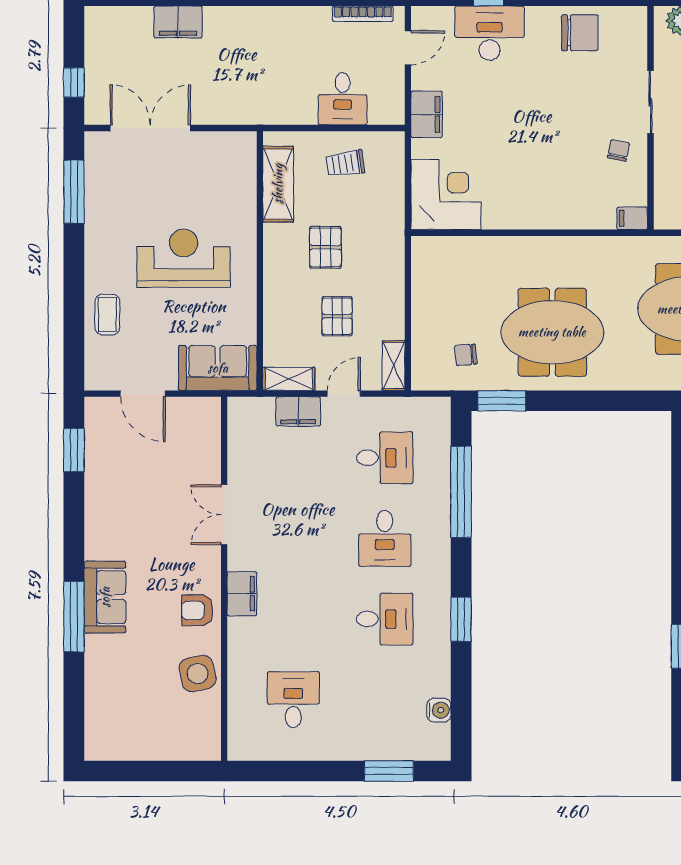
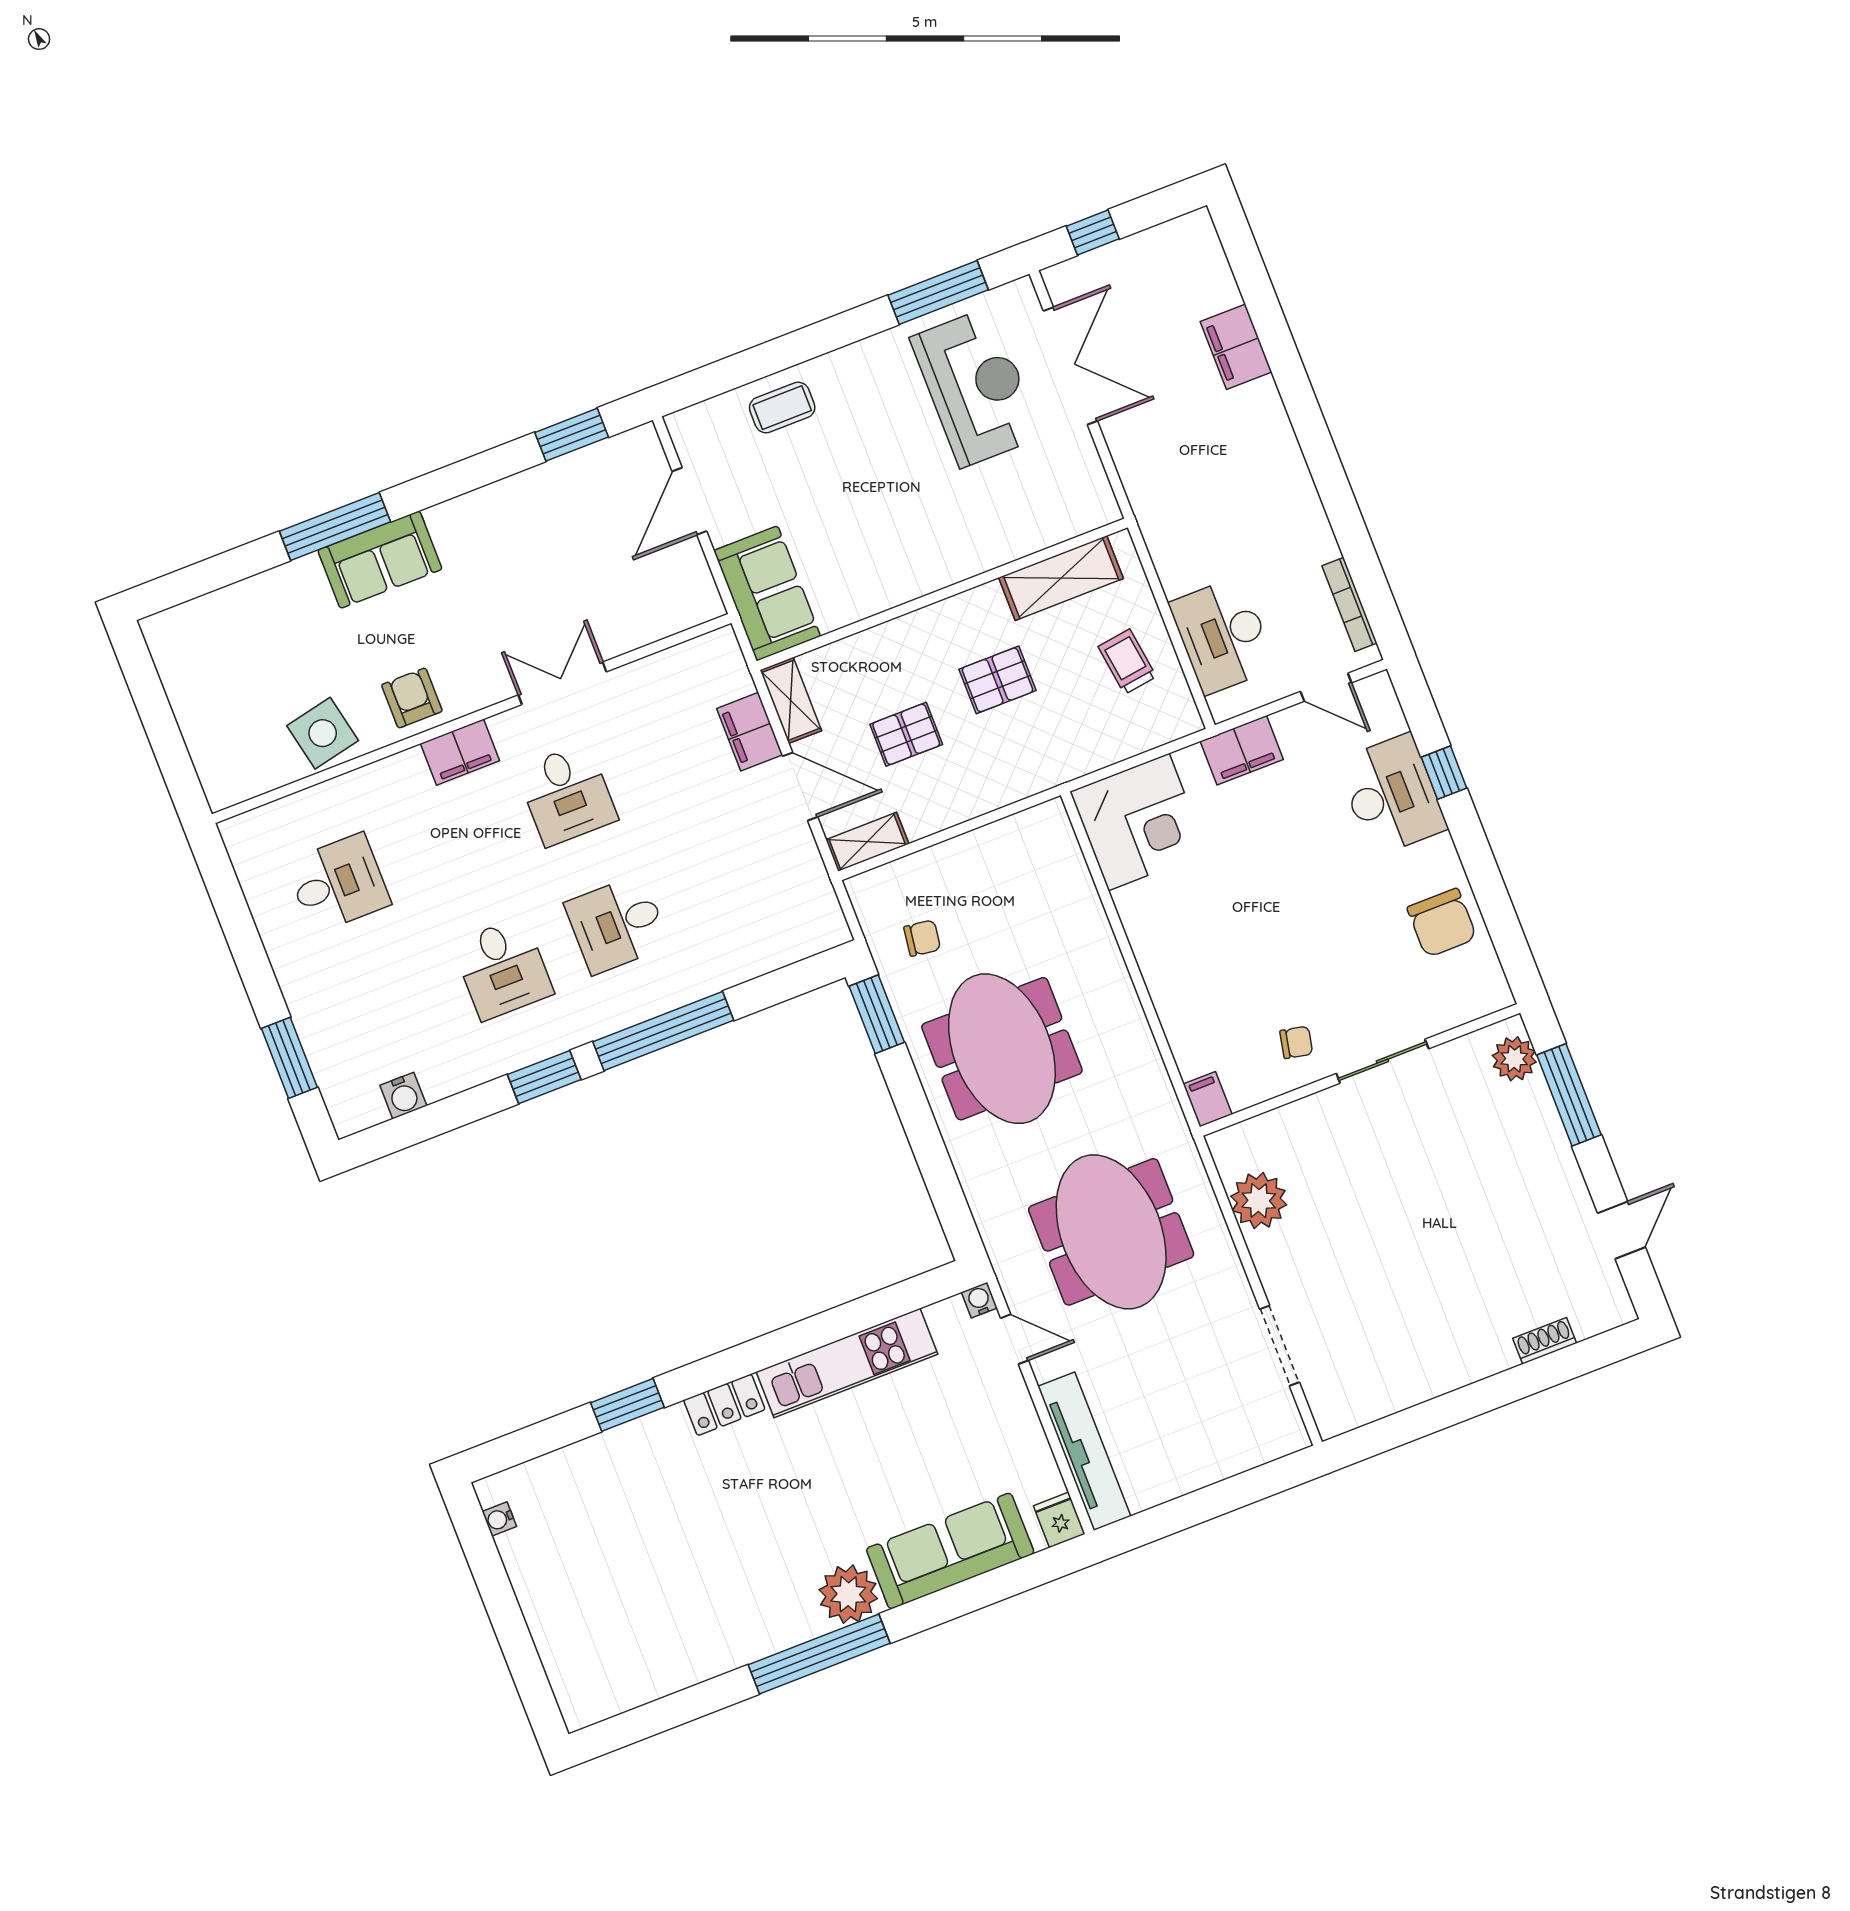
desk: (343, 99) -> (1223, 635), width x1.37
reception desk: (184, 258) -> (976, 387), moved
chair: (466, 355) -> (922, 938), turned 103
door: (344, 394) -> (800, 786), width x1.38
desk: (385, 458) -> (567, 795), moved
window: (461, 492) -> (663, 1031), moved

